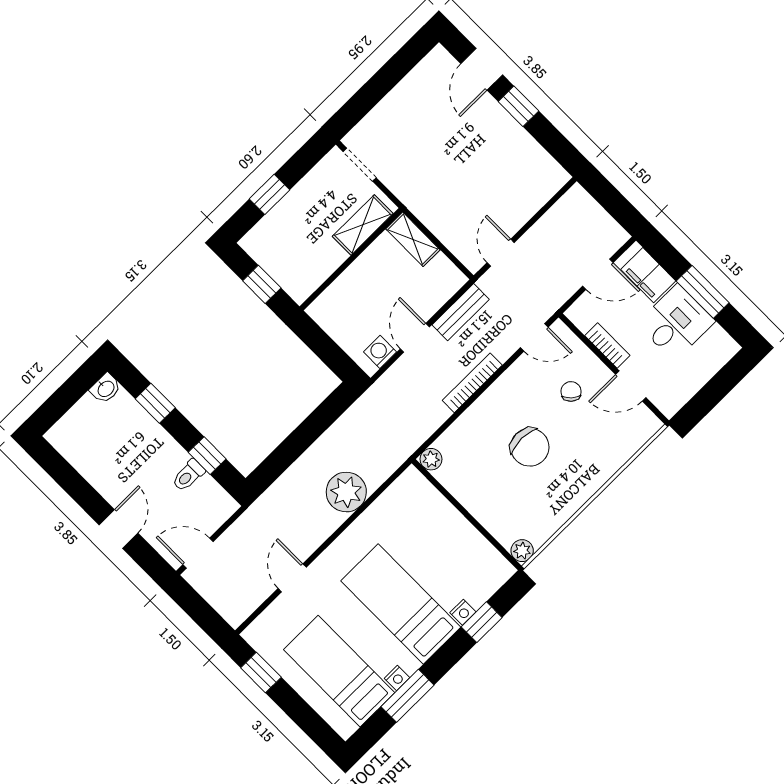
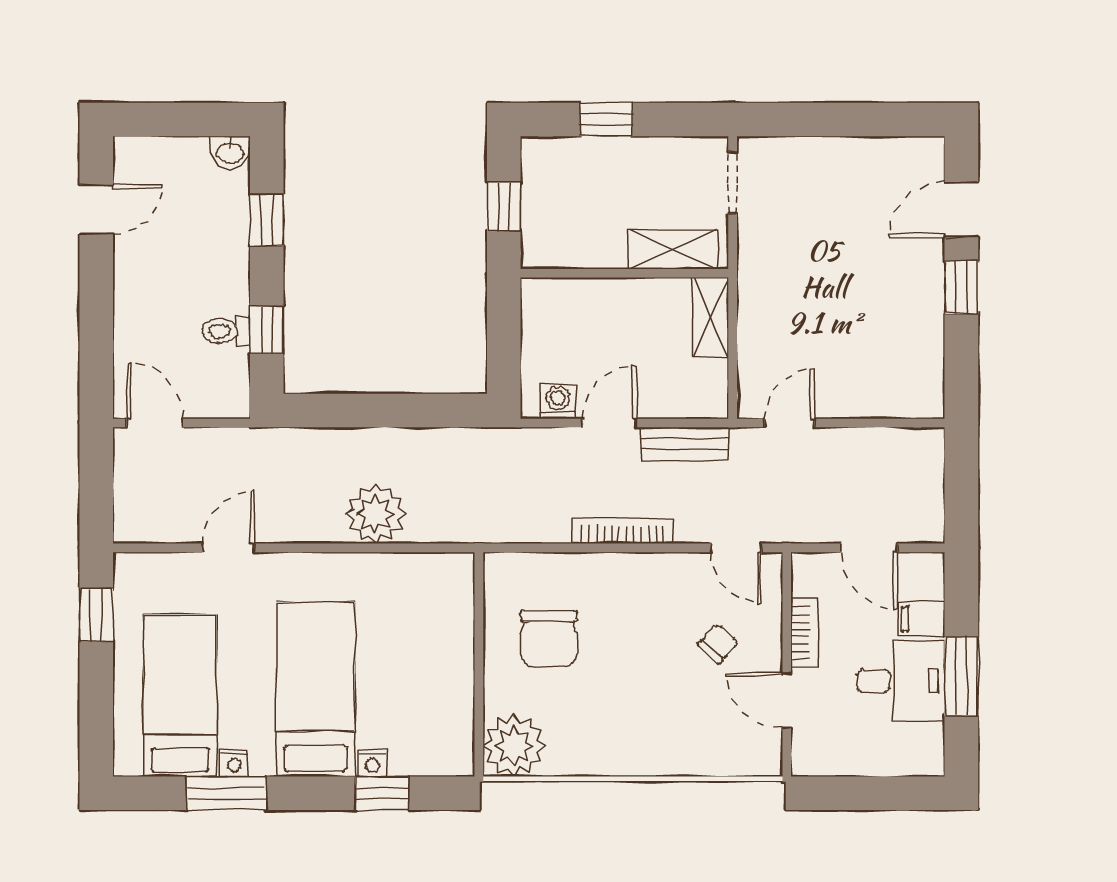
filing cabinet: (648, 275) -> (921, 619), width x0.50
chair: (530, 447) -> (549, 638), moved
plant: (431, 459) -> (499, 568), removed
door: (118, 529) -> (96, 210), moved
plant: (522, 551) -> (514, 746), width x1.88, depth x1.88

